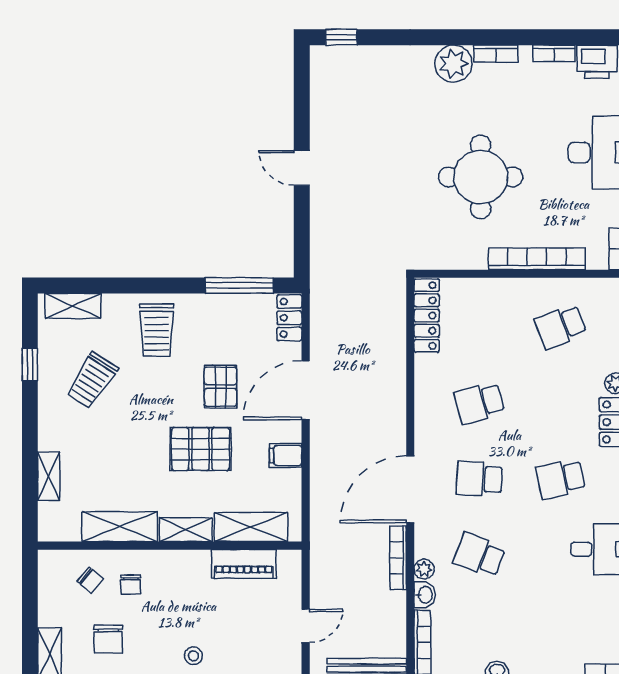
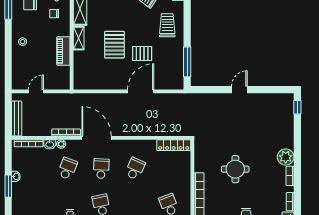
round table: (481, 177) -> (235, 169), width x0.73, depth x0.73
locker: (289, 318) -> (173, 84), removed
trolley: (157, 330) -> (167, 25), turned 90
door: (306, 390) -> (141, 91), hinge flipped
school desk: (479, 403) -> (135, 169), turned 39
filing cabinet: (286, 456) -> (112, 83), removed
shelving: (251, 527) -> (80, 67), removed
piano: (244, 564) -> (63, 51), moved
door: (306, 626) -> (36, 91), swing flipped

